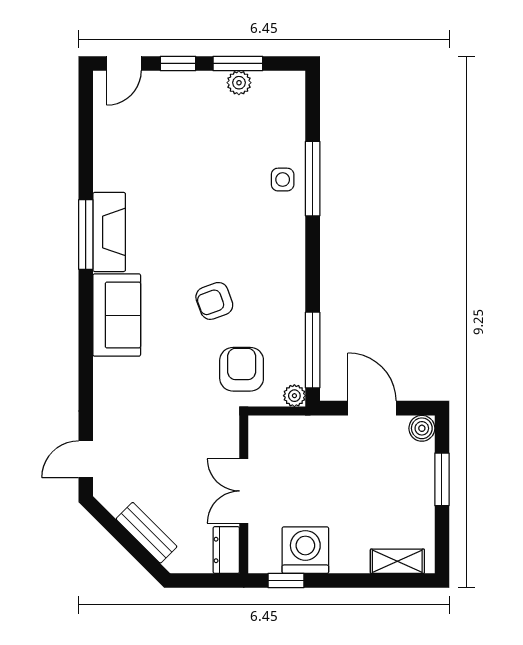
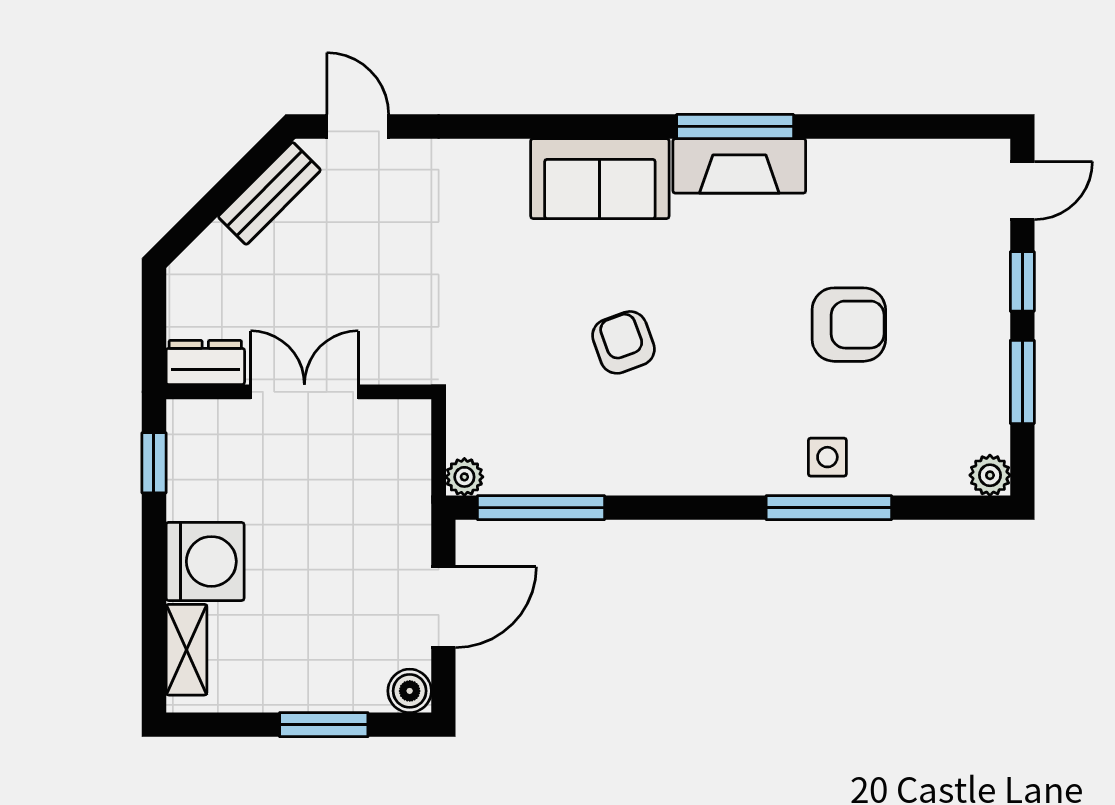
door: (124, 63) -> (1022, 191), swing flipped
plant: (239, 83) -> (990, 475), moved
armchair: (242, 369) -> (849, 325), moved
bench: (147, 533) -> (269, 193), moved
washing machine: (305, 550) -> (205, 561), moved

